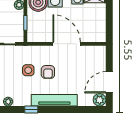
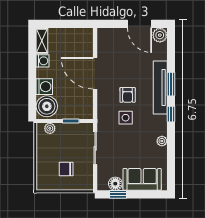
door: (67, 44) -> (95, 73), hinge flipped
armchair: (48, 72) -> (128, 95), turned 90
window: (57, 109) -> (171, 84), added

